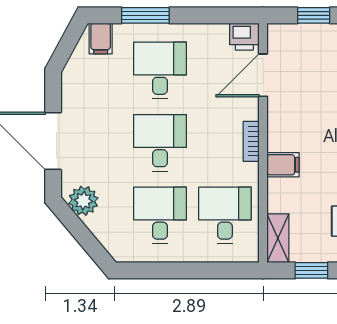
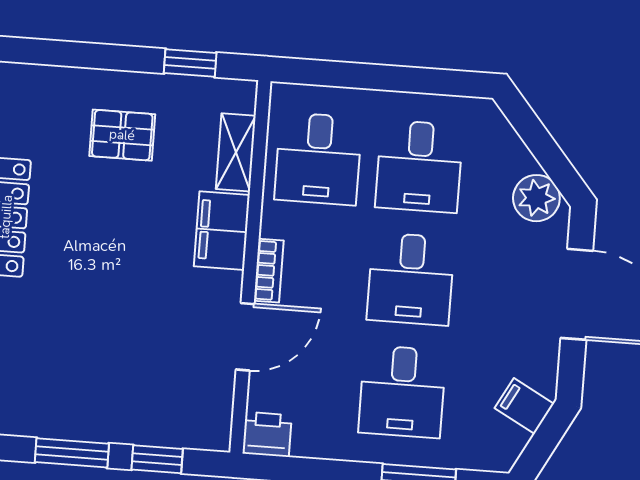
filing cabinet: (101, 39) -> (524, 406), moved, turned -62
door: (263, 75) -> (245, 337), moved
filing cabinet: (283, 165) -> (222, 231), width x2.00
shelving: (278, 238) -> (236, 152), moved

